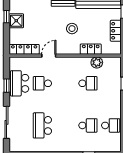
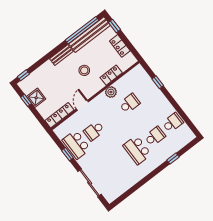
plant: (97, 63) -> (111, 92), moved
school desk: (42, 125) -> (137, 150), moved

